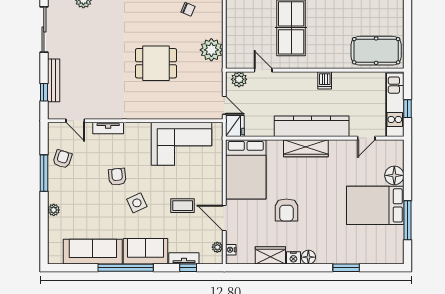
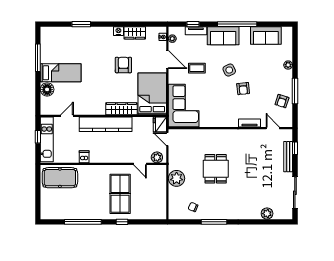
dining table: (156, 63) -> (216, 169), turned 90
dishwasher: (325, 80) -> (84, 157), moved
corner sofa: (182, 144) -> (184, 106), moved, turned 90
wardrobe: (306, 148) -> (121, 109), moved
bed: (375, 205) -> (61, 73), width x0.67
sofa: (93, 252) -> (266, 36), width x0.73
floor lamp: (308, 257) -> (108, 32), removed

